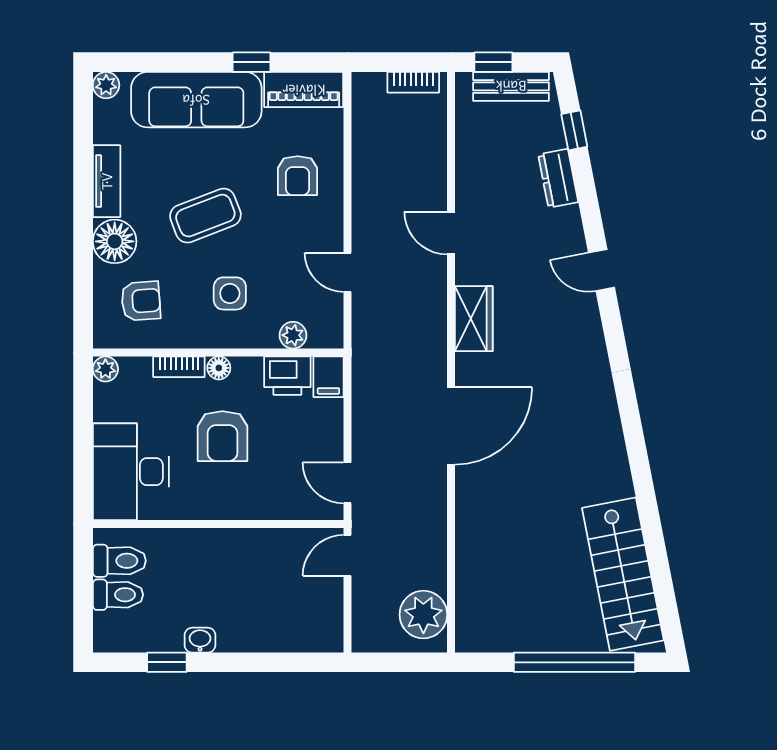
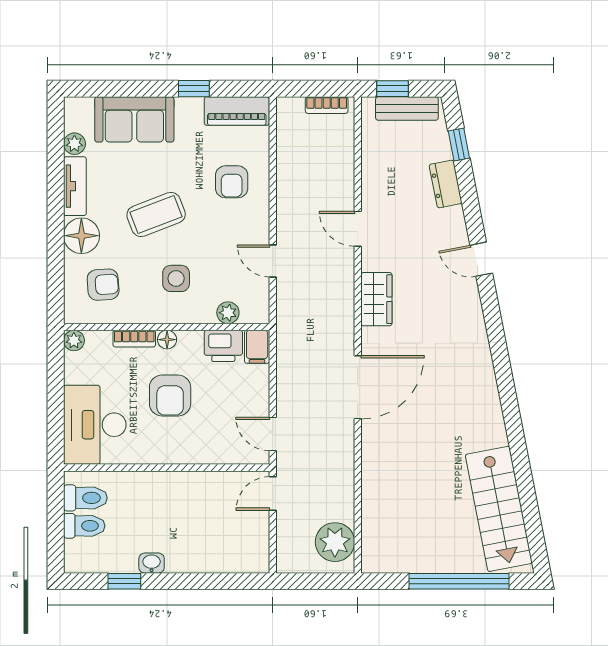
plant: (106, 85) -> (74, 144), moved
sofa: (196, 100) -> (134, 119), width x0.73

